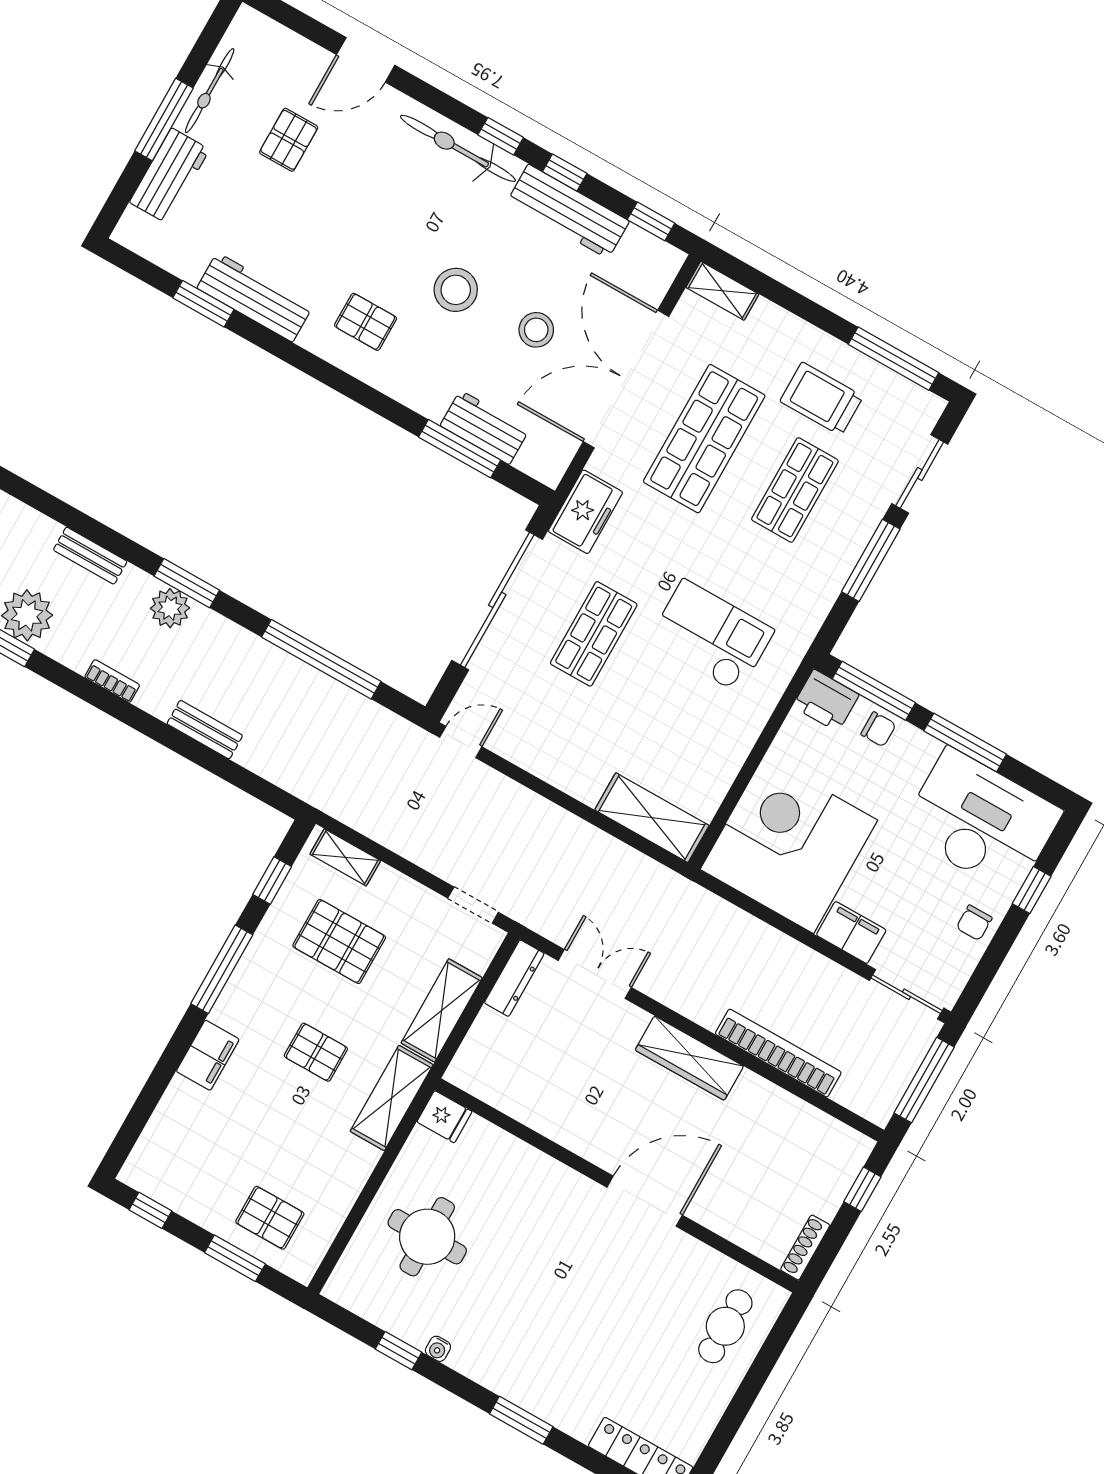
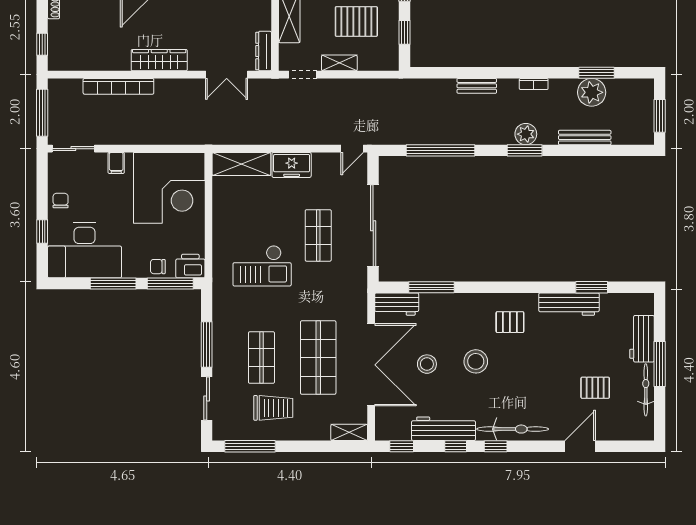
pallet: (289, 140) -> (595, 388), turned 90
workbench: (485, 427) -> (397, 304), moved
freezer: (585, 512) -> (292, 165), moved, turned -90
bench: (90, 556) -> (585, 138), width x1.36
shelving: (345, 857) -> (339, 63), moved
filing cabinet: (851, 933) -> (116, 163), width x0.50

